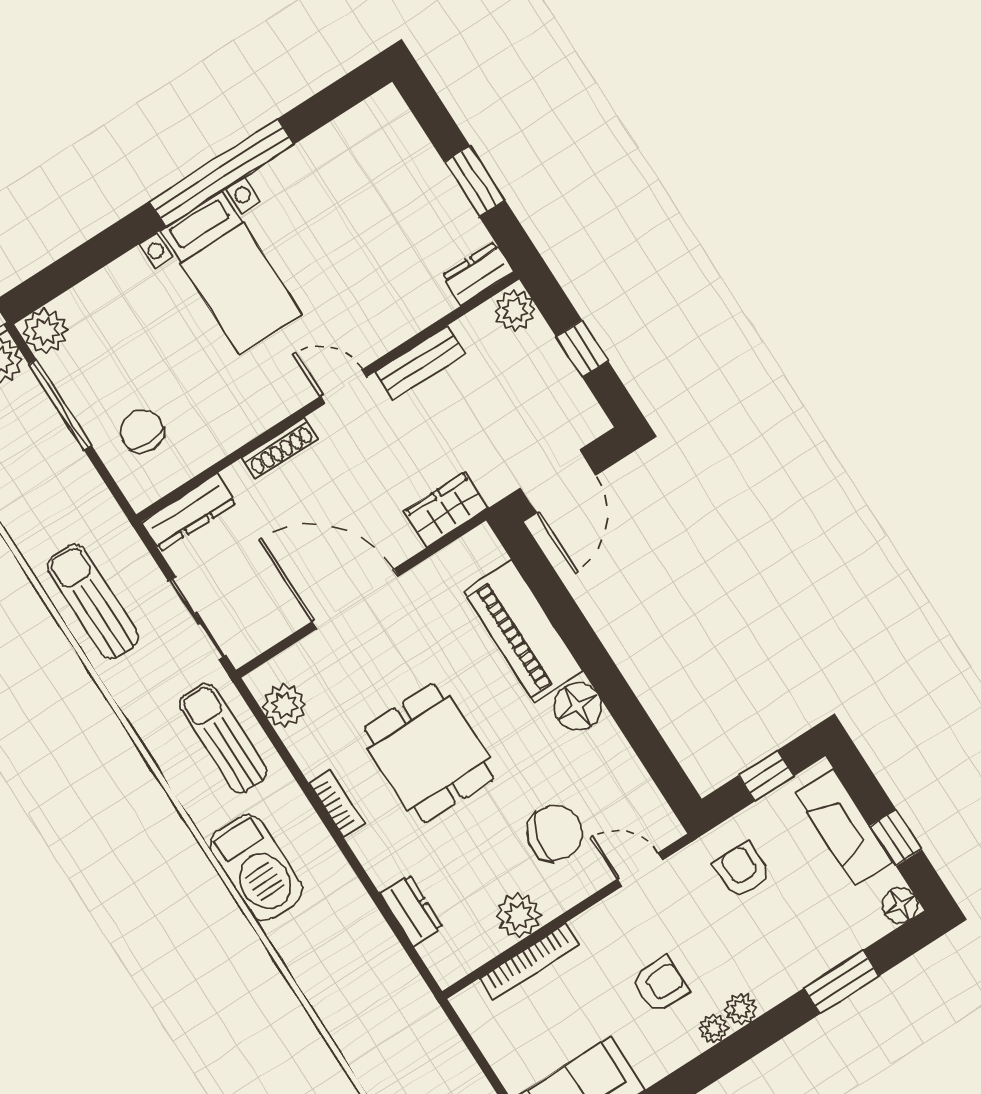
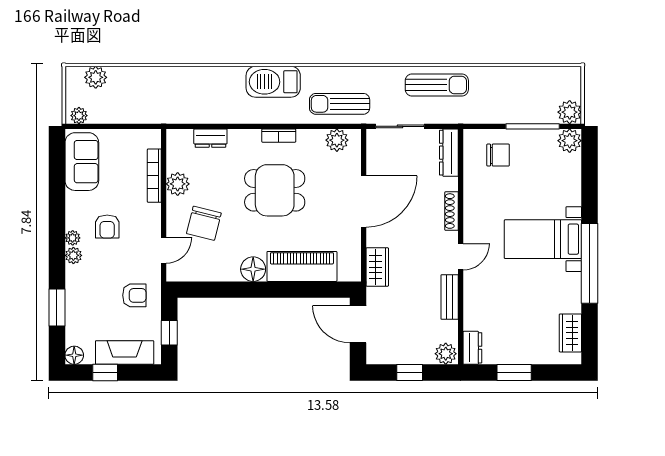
wardrobe: (353, 132) -> (570, 333), added
sun lounger: (223, 738) -> (340, 104), turned 180

